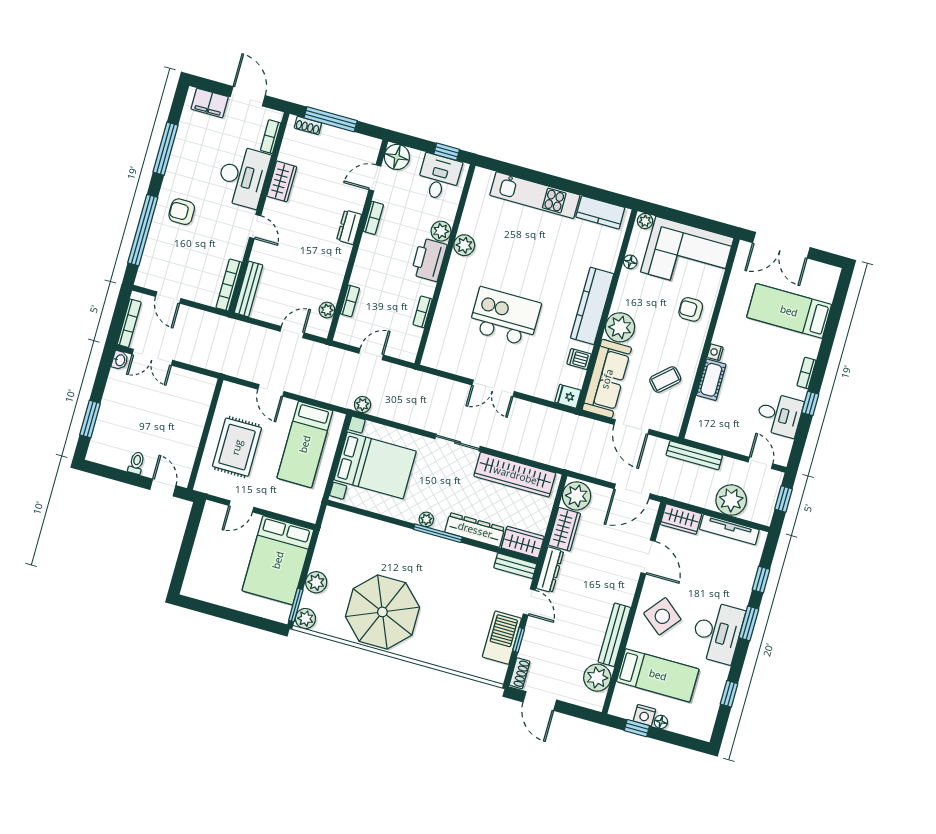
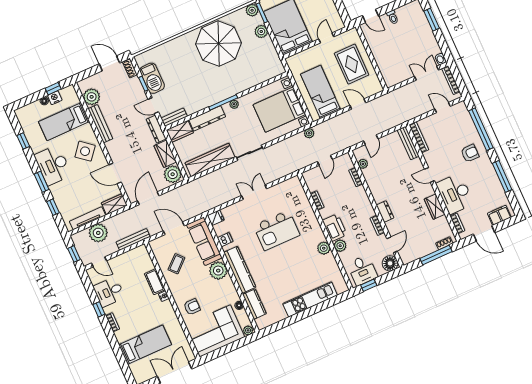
kitchen counter: (600, 212) -> (254, 304), moved, turned 90

